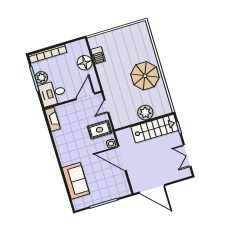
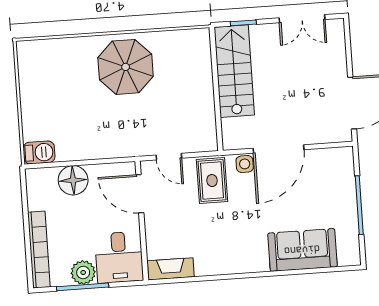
barbecue: (98, 55) -> (39, 152), moved
plant: (145, 113) -> (198, 82), removed

